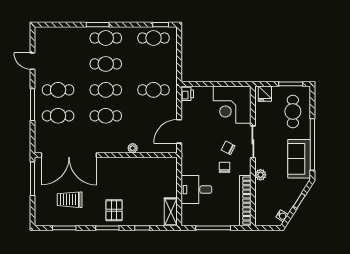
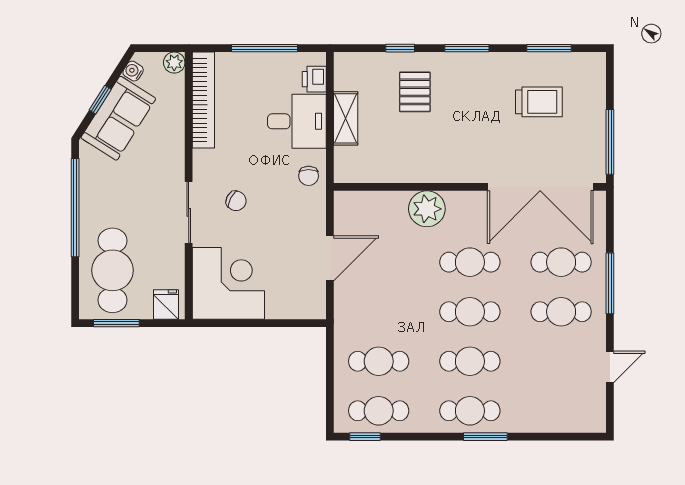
door: (33, 61) -> (610, 367), hinge flipped
cafe table: (153, 90) -> (379, 361), moved
printer: (187, 94) -> (314, 79), moved
cafe table: (293, 111) -> (112, 270), width x1.37, depth x1.35
door: (179, 131) -> (330, 258), moved
plant: (133, 148) -> (427, 209), width x1.88, depth x1.88
double door: (69, 155) -> (540, 187), swing flipped
sofa: (299, 159) -> (118, 118), moved, turned 32
chair: (224, 167) -> (309, 176), moved
plant: (260, 175) -> (174, 63), moved
pallet: (114, 210) -> (415, 92), moved
shelving: (171, 212) -> (346, 118), moved

